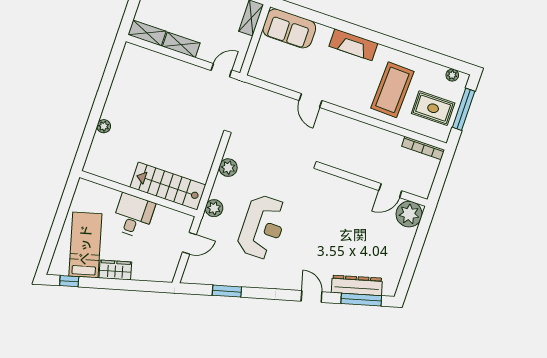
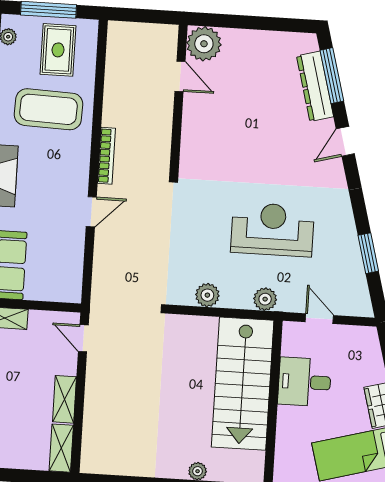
bookcase: (423, 148) -> (107, 156), moved
stairs: (168, 186) -> (243, 384), width x1.36, depth x1.51
desk: (133, 216) -> (305, 382), moved

